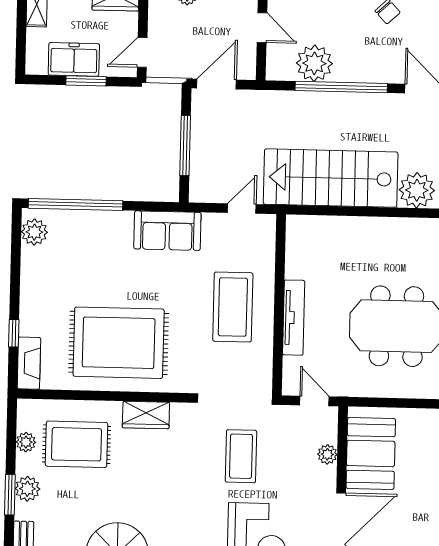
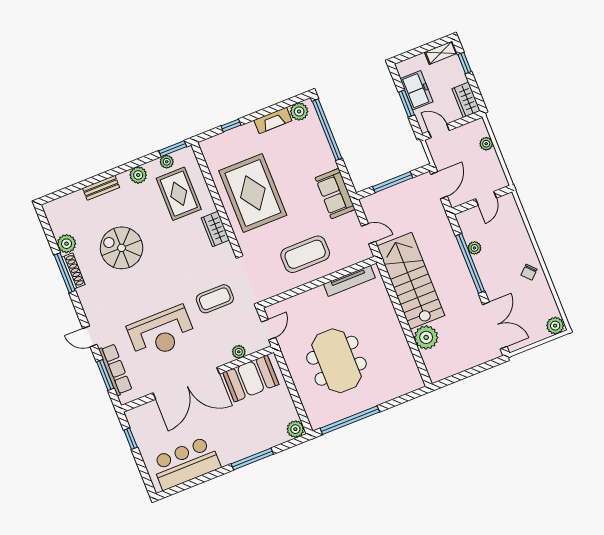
plant: (314, 63) -> (474, 248), width x0.53, depth x0.53
door: (217, 84) -> (439, 185), hinge flipped
tv unit: (294, 318) -> (349, 281), moved
fireplace: (29, 363) -> (273, 120), moved
window: (10, 495) -> (173, 149), moved

